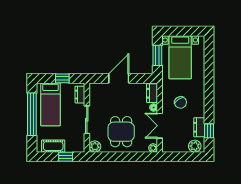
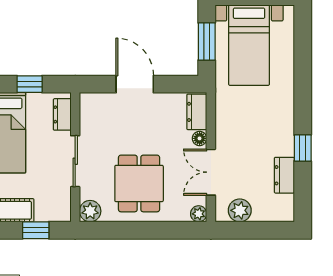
door: (119, 78) -> (135, 84), hinge flipped
chair: (180, 102) -> (250, 129), removed
window: (209, 131) -> (303, 148), moved
plant: (195, 146) -> (240, 210), moved

